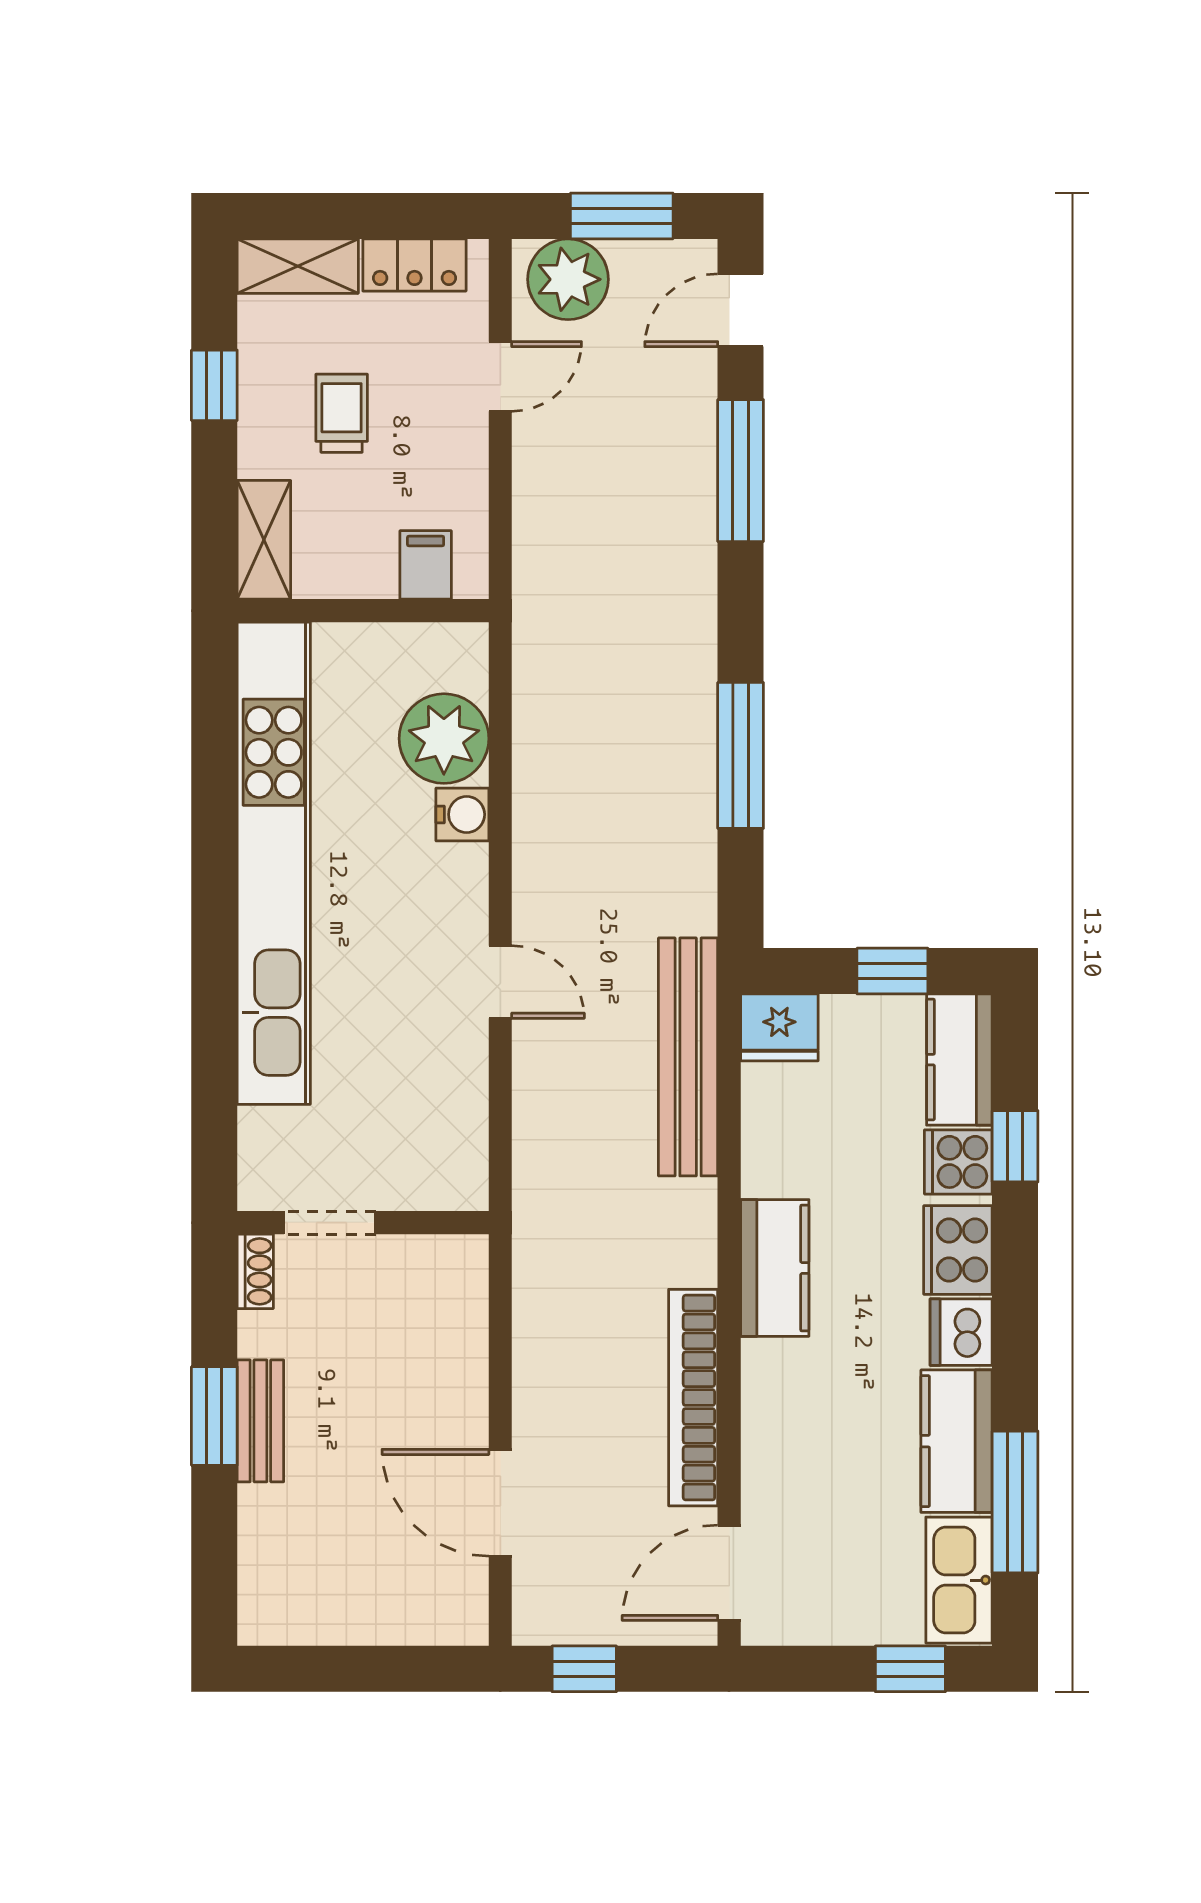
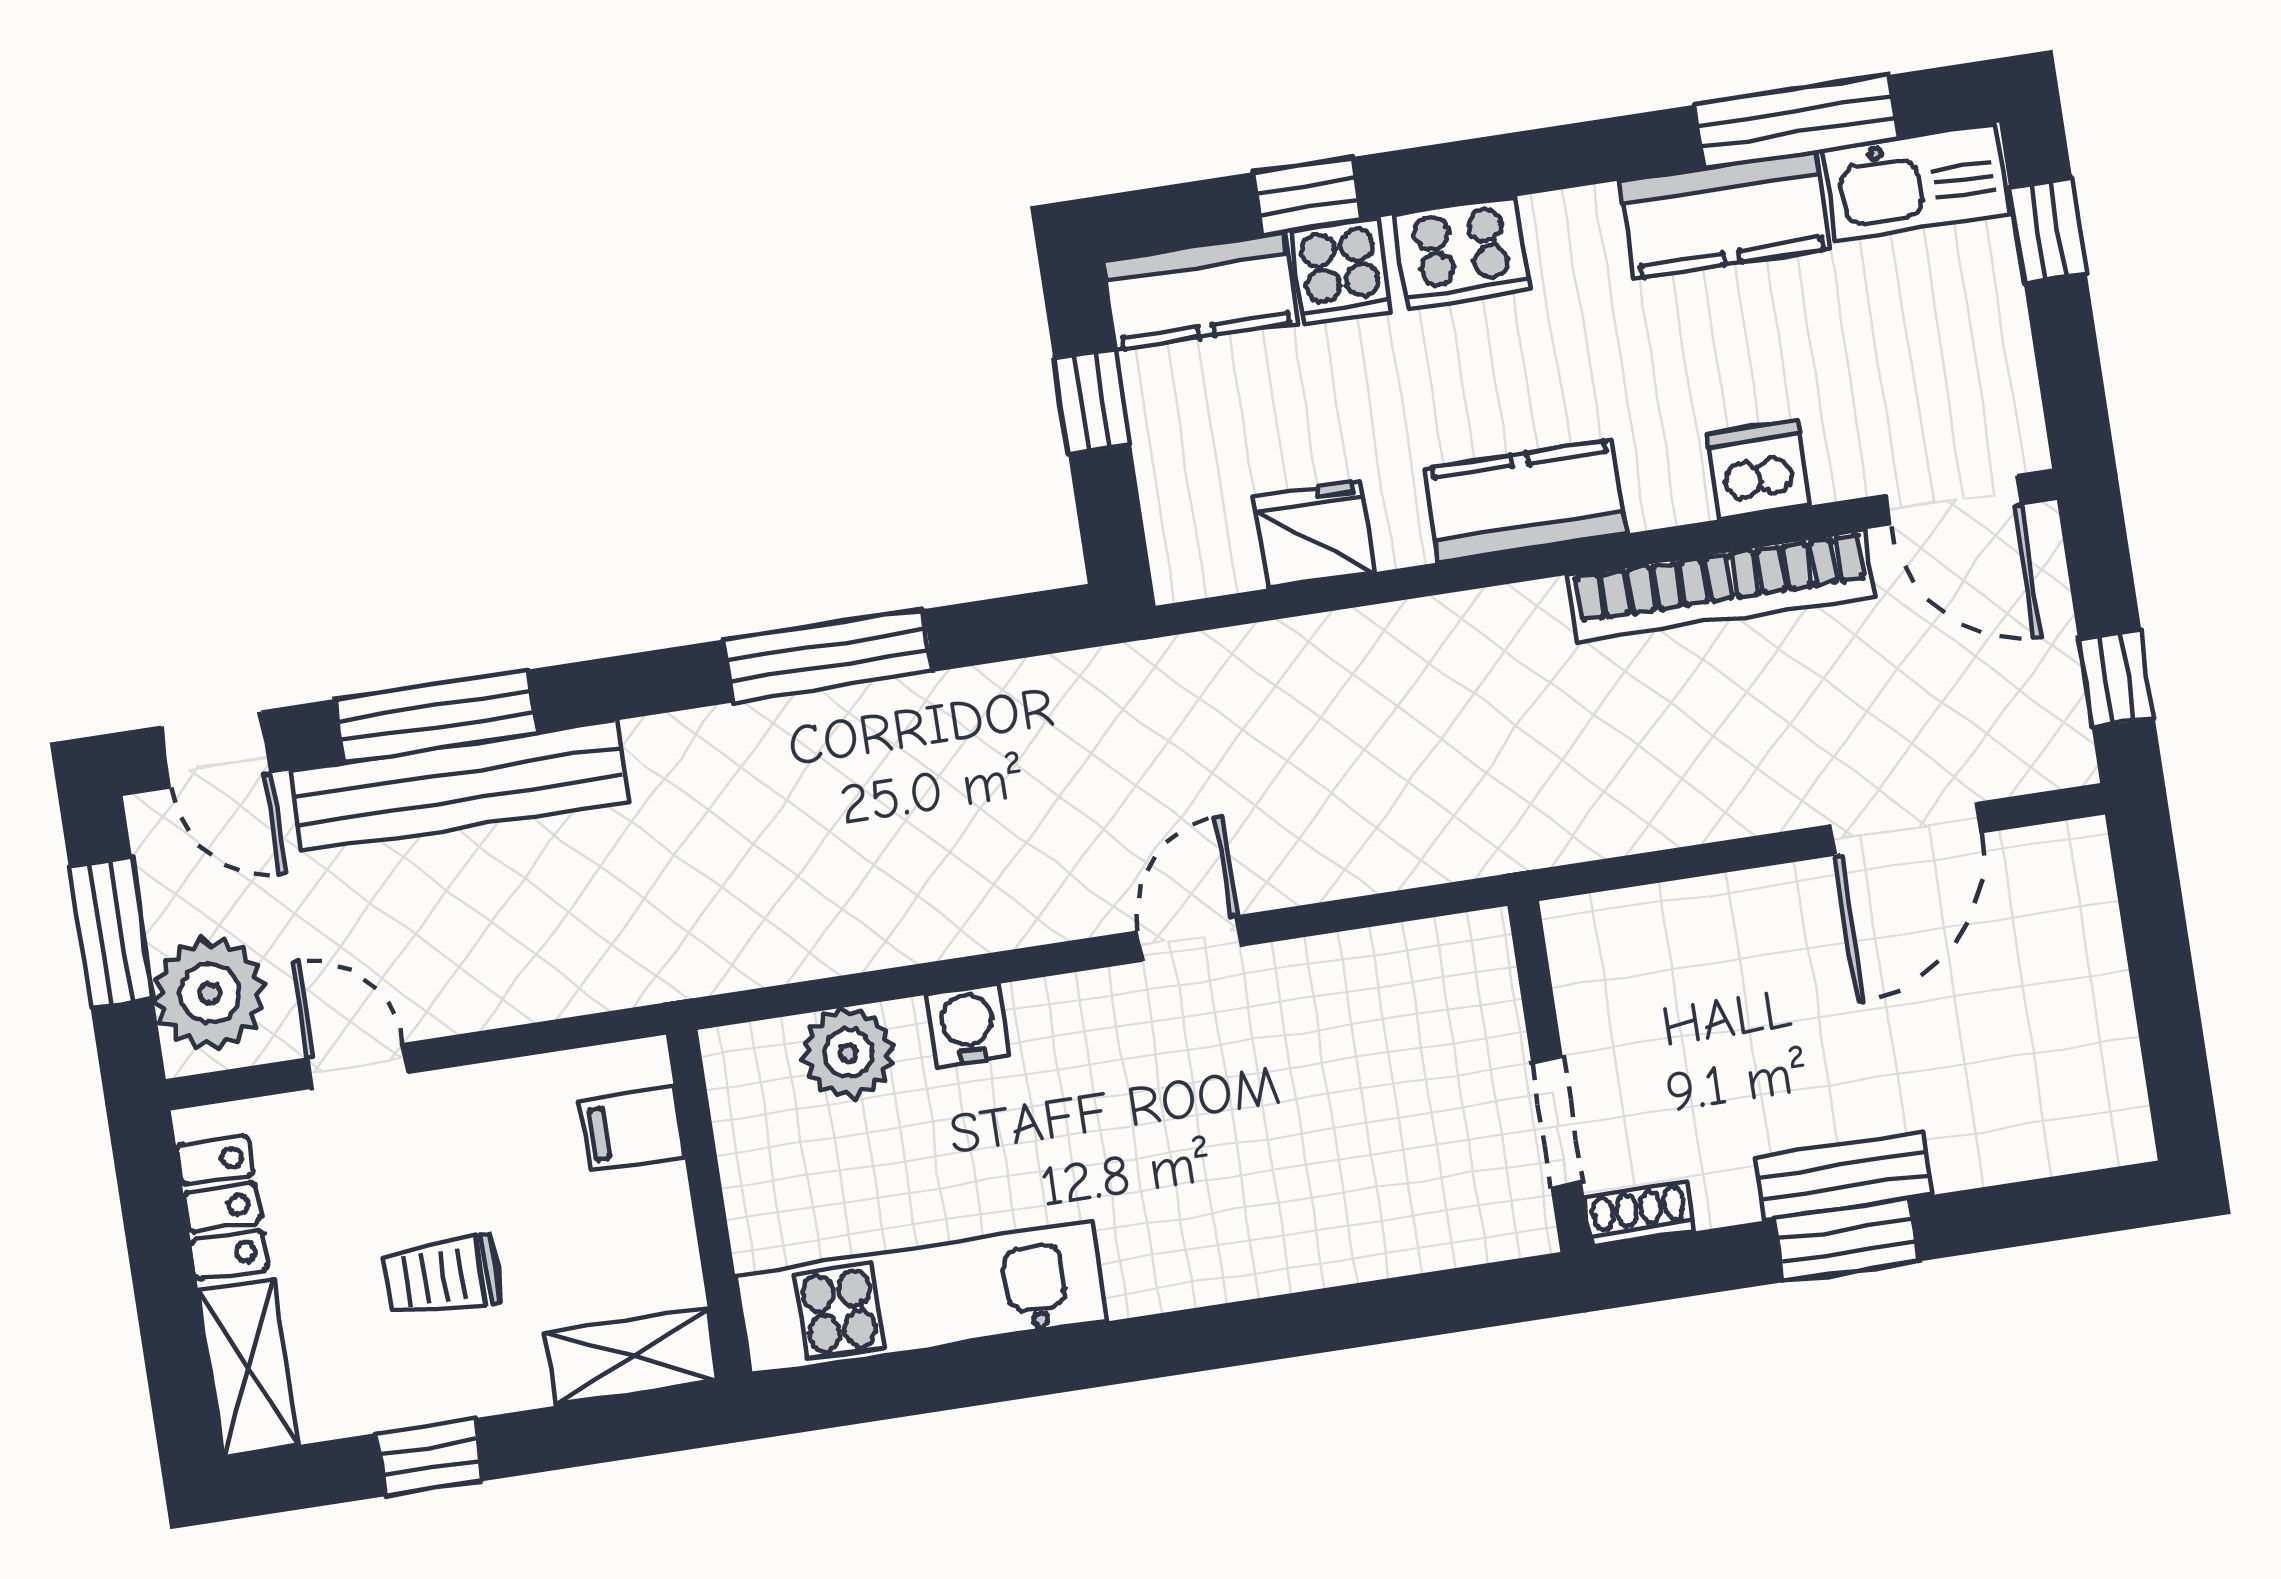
plant: (444, 739) -> (848, 1053), width x0.73, depth x0.73
kitchen unit: (274, 863) -> (921, 1298), width x0.54
fridge: (779, 1027) -> (1314, 534), moved, turned -90
bench: (688, 1057) -> (459, 786), moved
dishwasher: (961, 1332) -> (1758, 470), moved, turned 180

